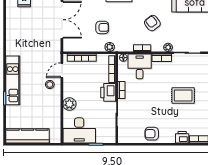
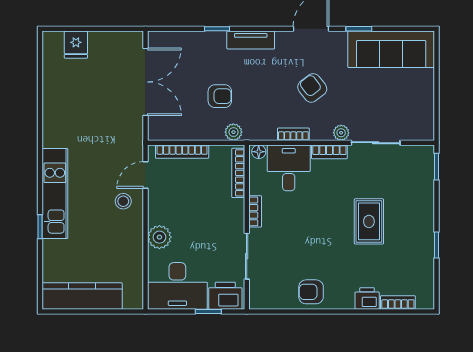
printer: (108, 92) -> (225, 296), moved, turned 90
rug: (183, 95) -> (369, 221), turned 90

